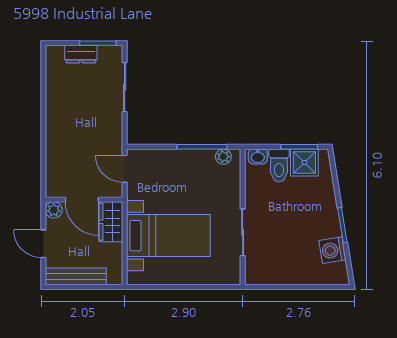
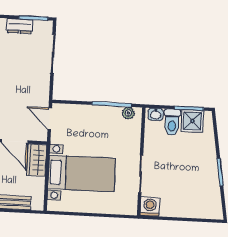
washing machine: (332, 250) -> (150, 207), moved, turned 99

